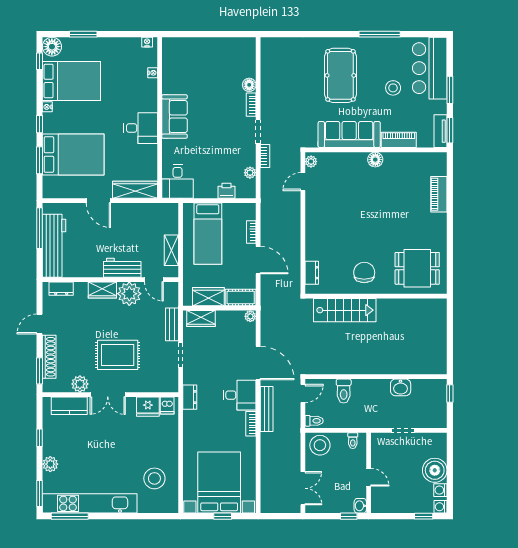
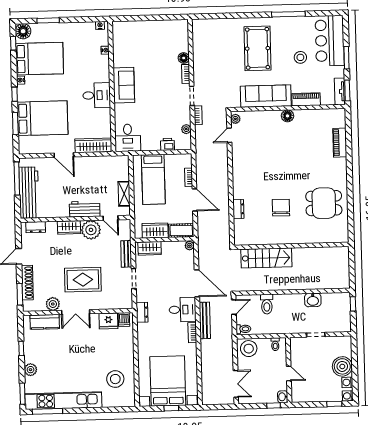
wall: (376, 296) -> (291, 246), moved
stairs: (345, 310) -> (266, 258), moved

